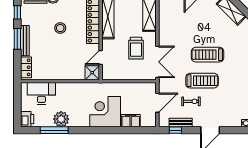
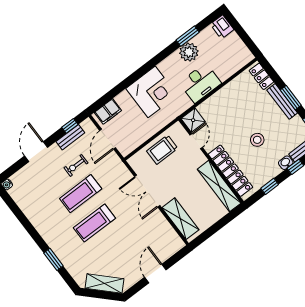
trolley: (136, 48) -> (162, 150), moved, turned -90
treadmill: (208, 55) -> (94, 223), turned 180
double door: (157, 62) -> (147, 191), moved
desk: (41, 93) -> (200, 83), moved
filing cabinet: (131, 121) -> (108, 111), moved
window: (54, 130) -> (188, 36), width x0.69

